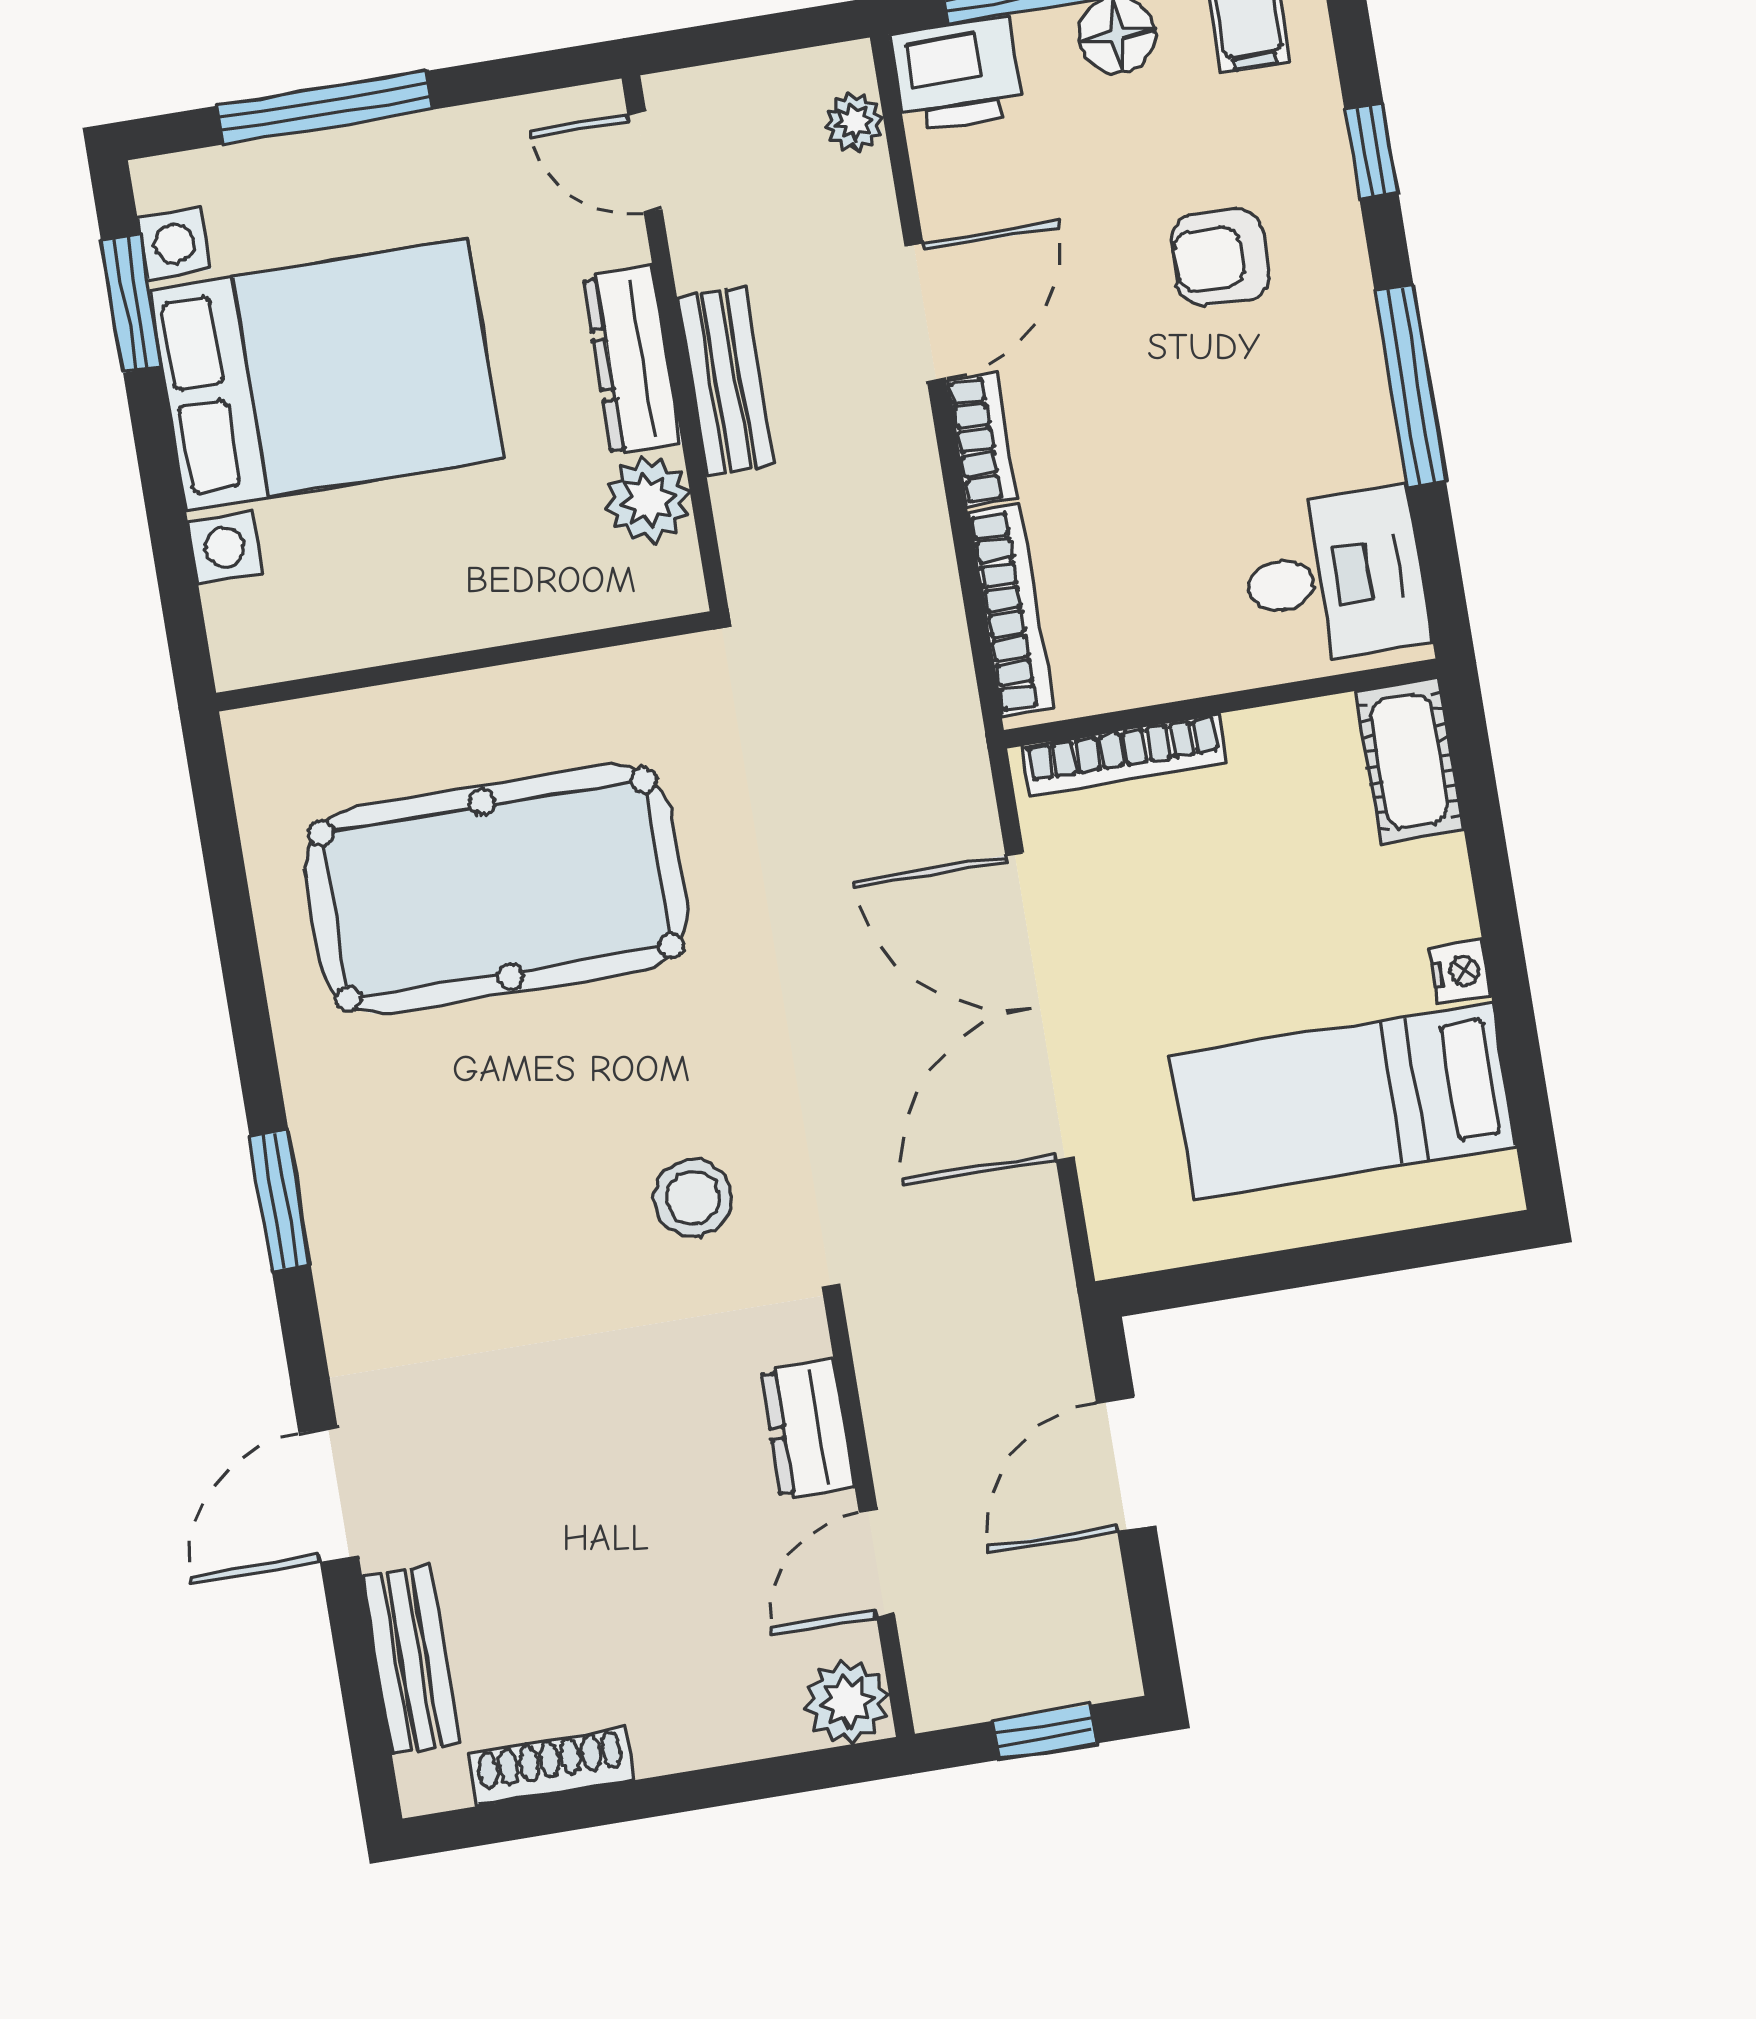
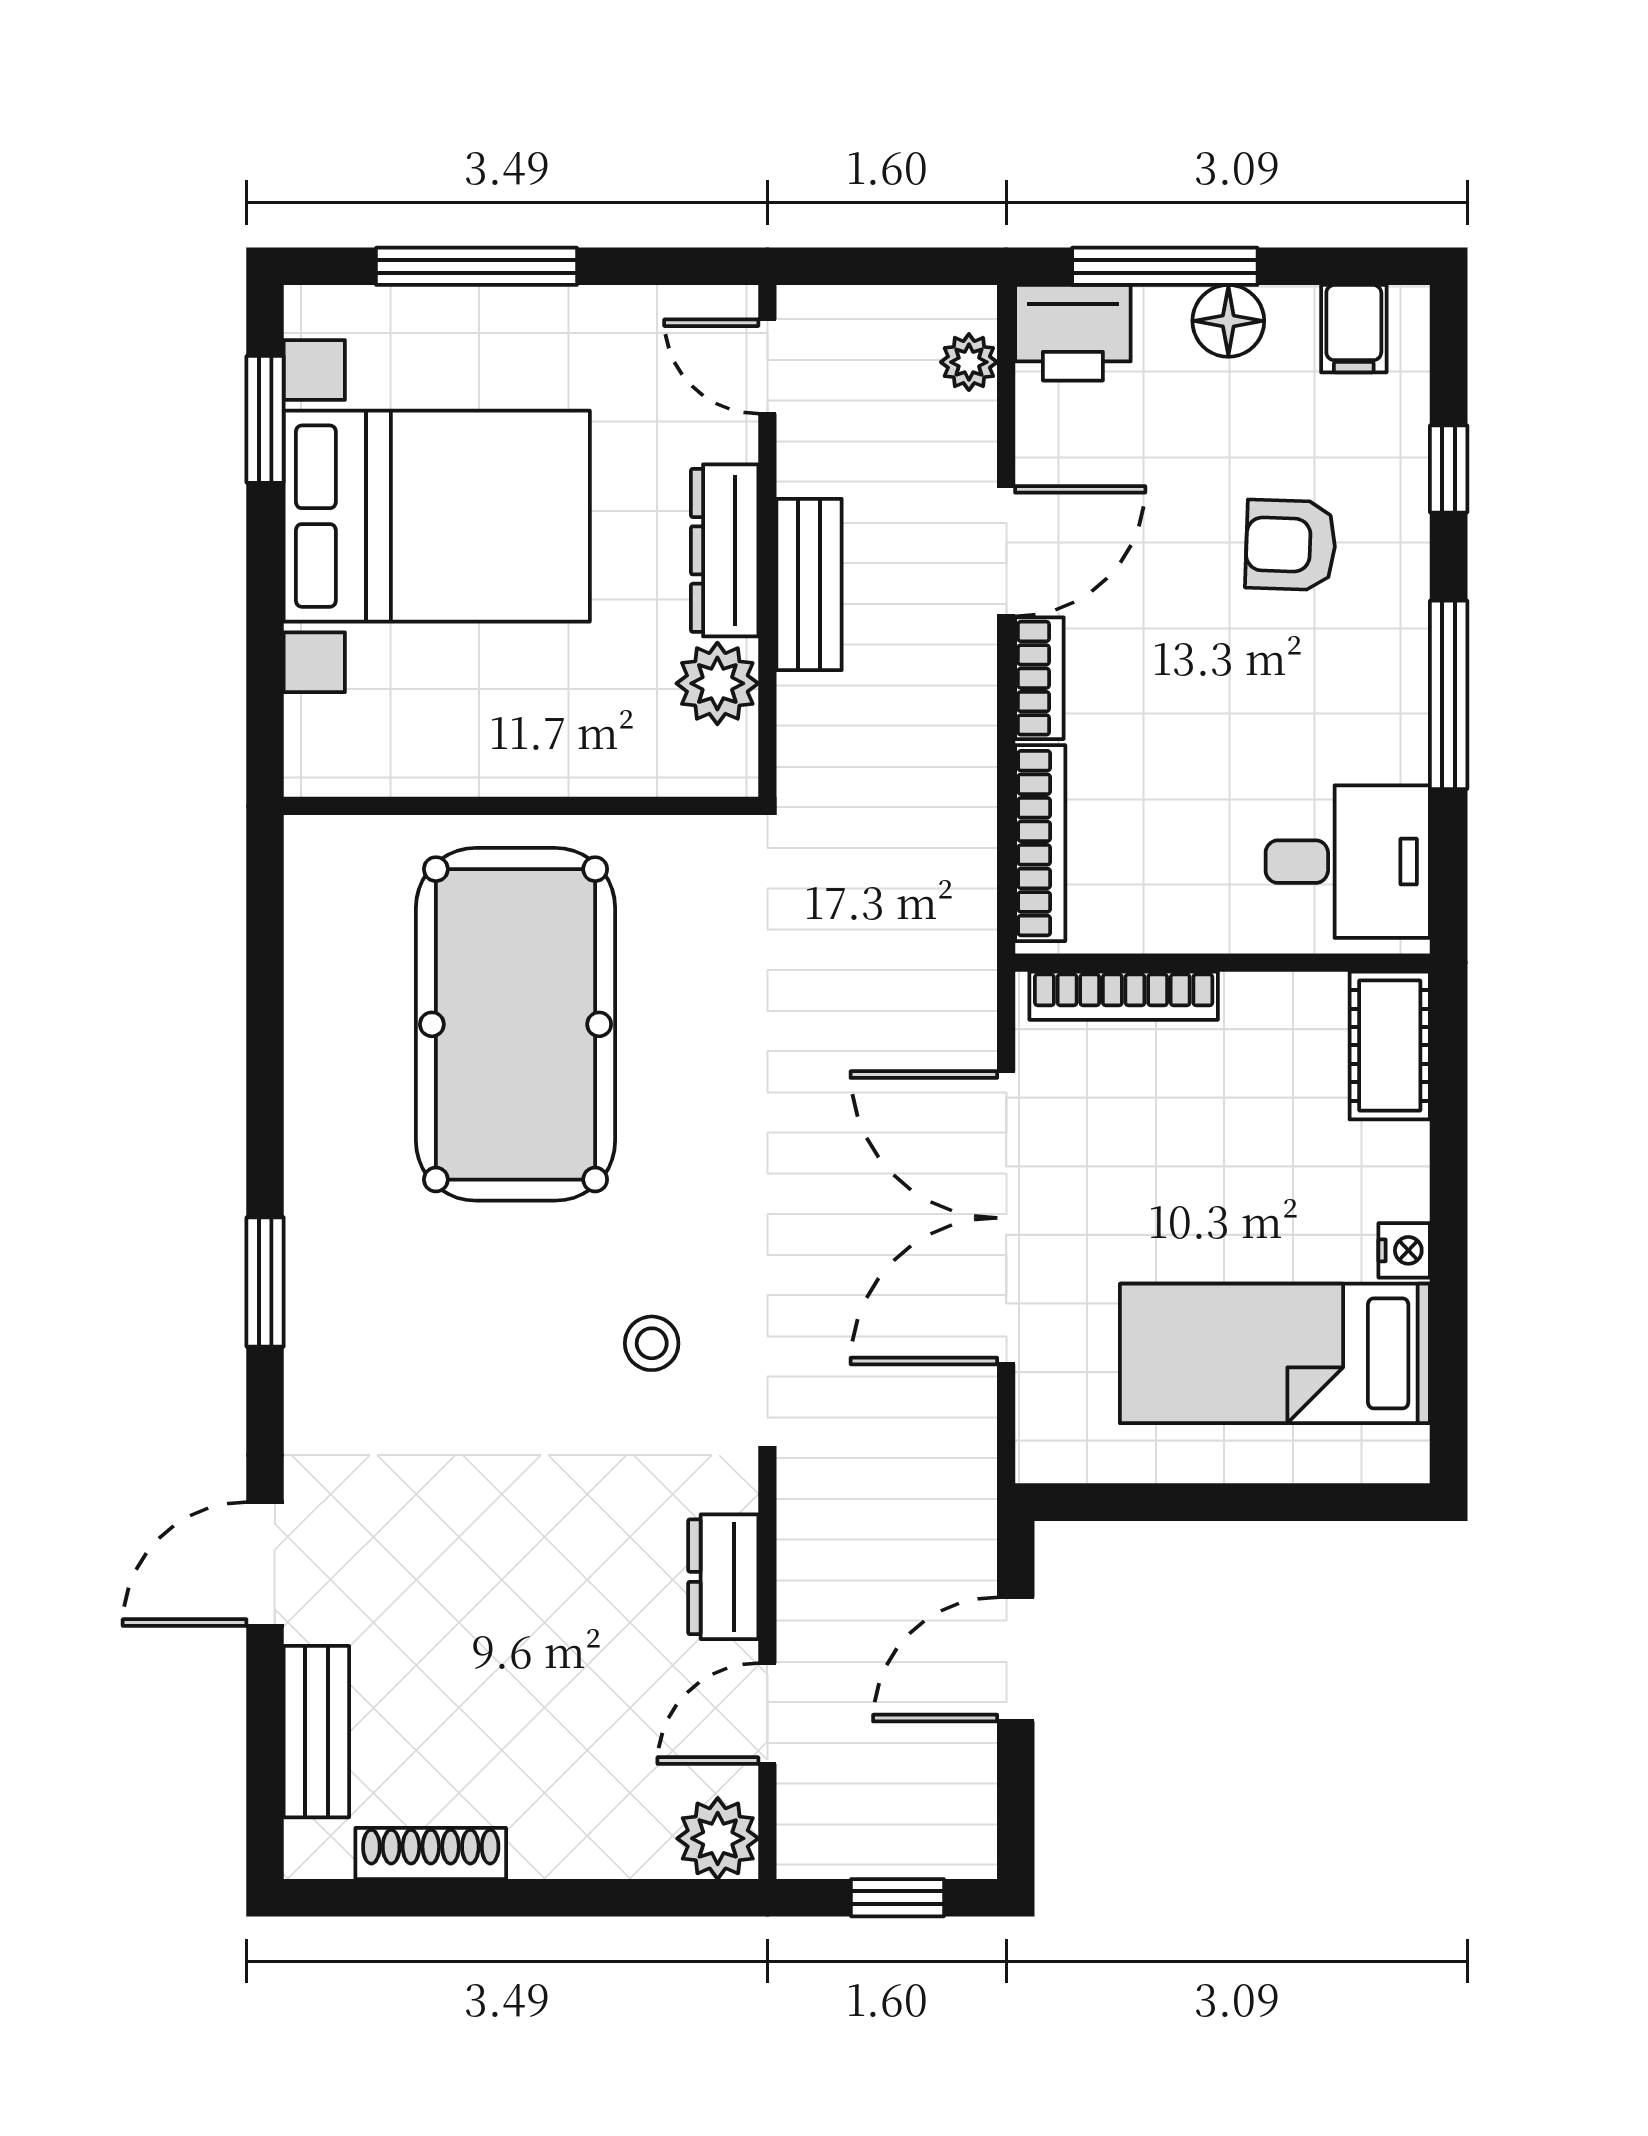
pool table: (496, 890) -> (516, 1024), turned 90
stool: (693, 1198) -> (652, 1343), width x0.73, depth x0.73

